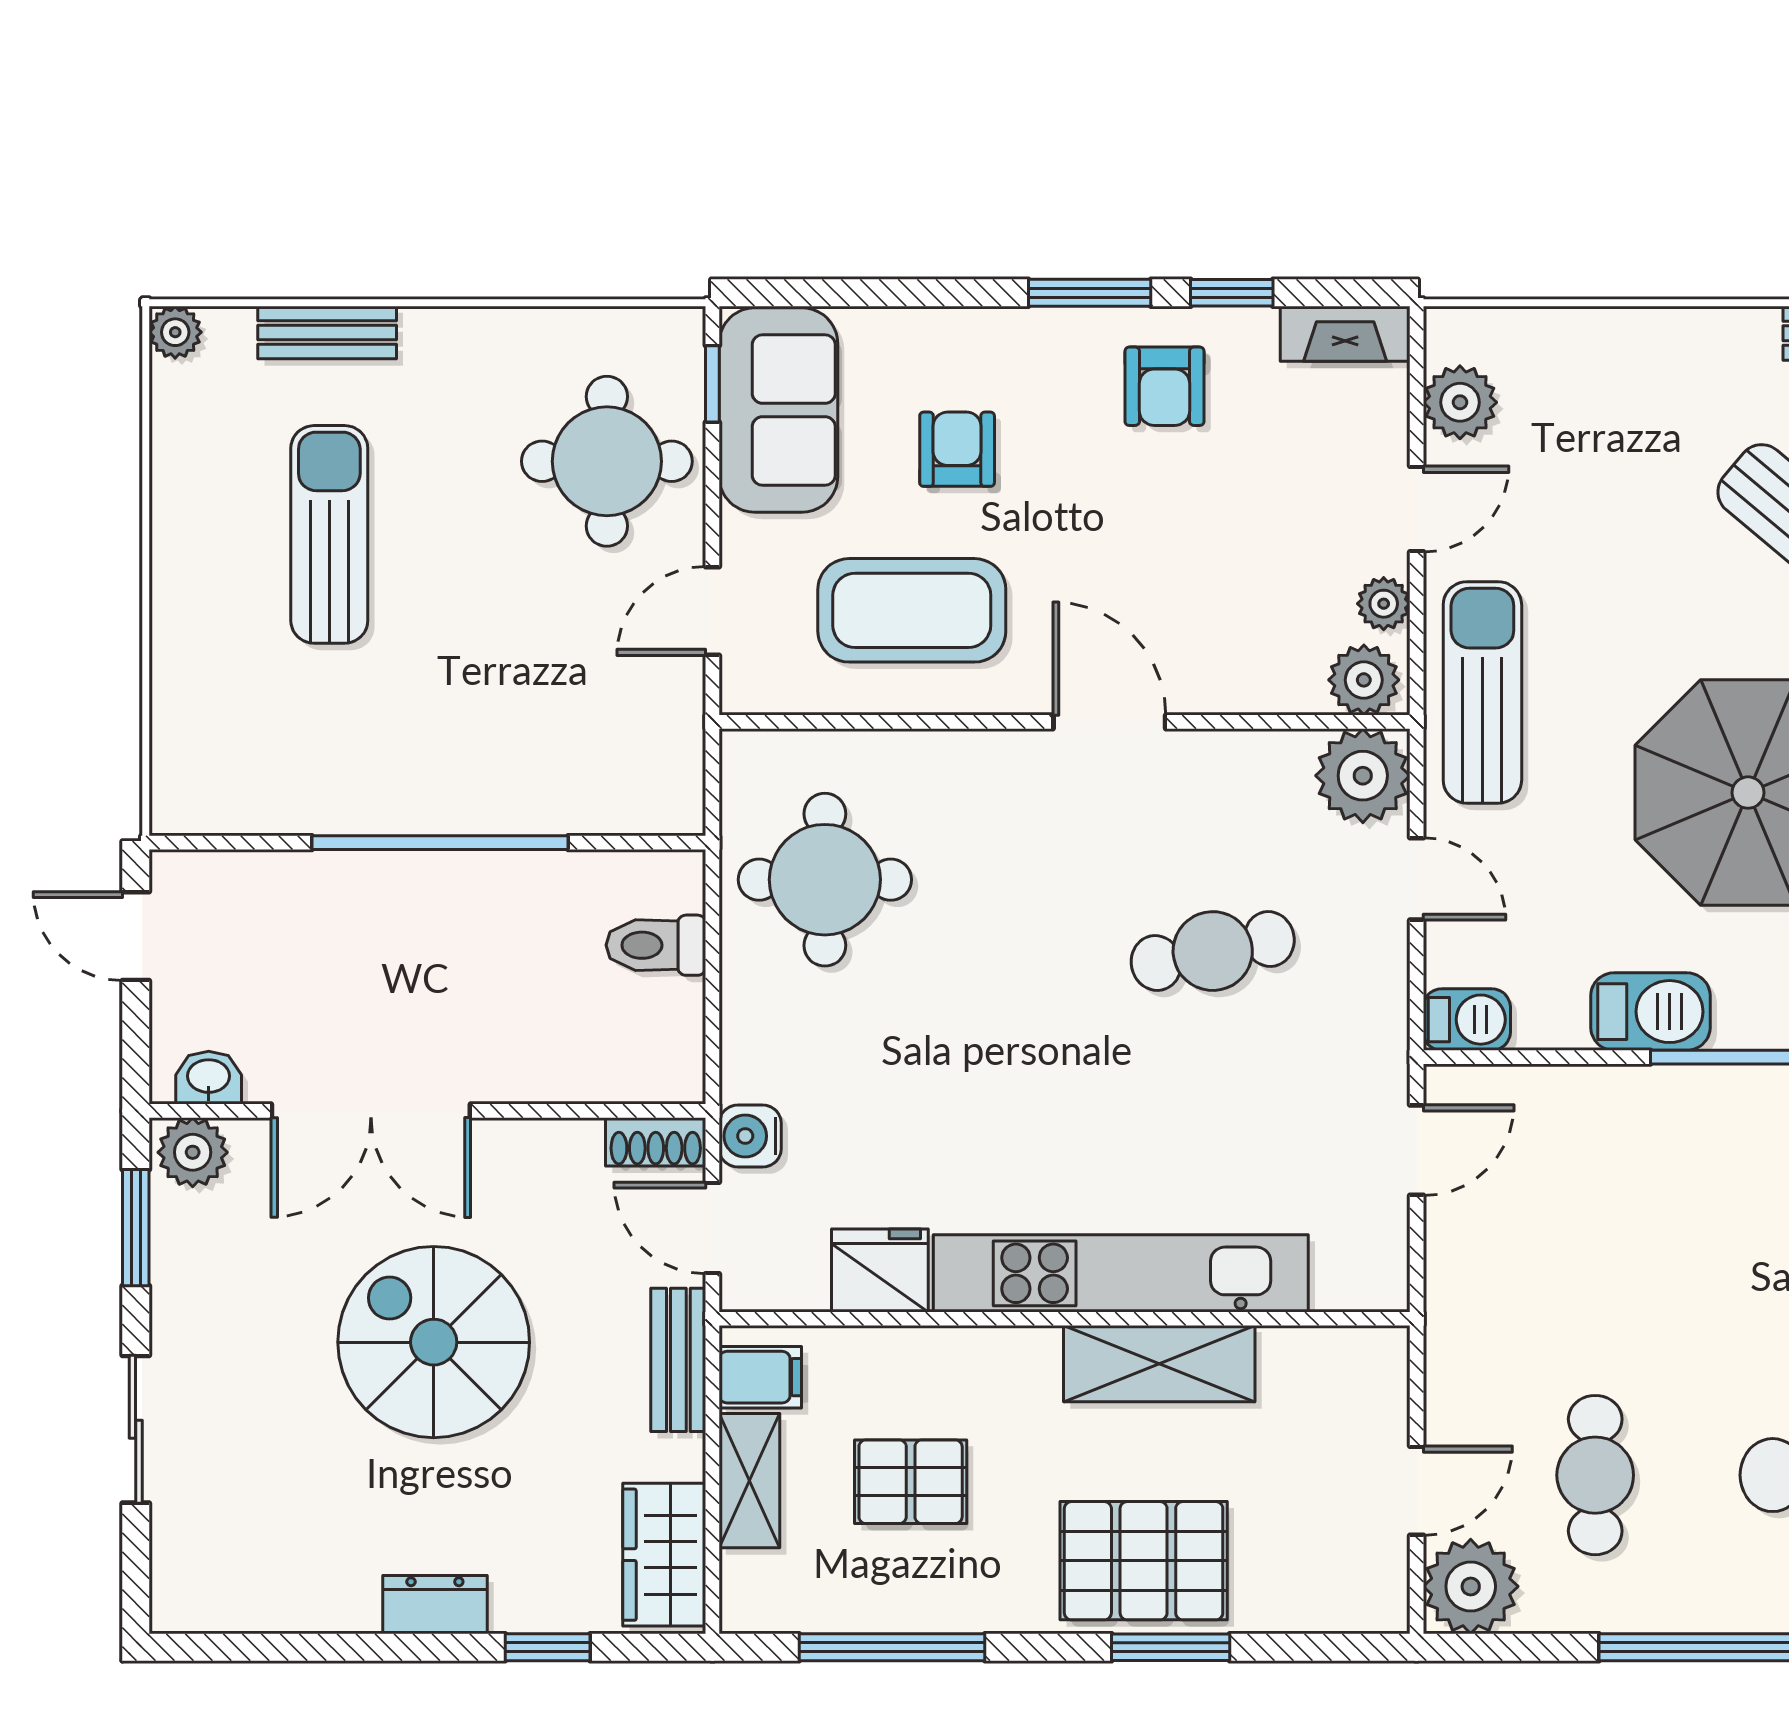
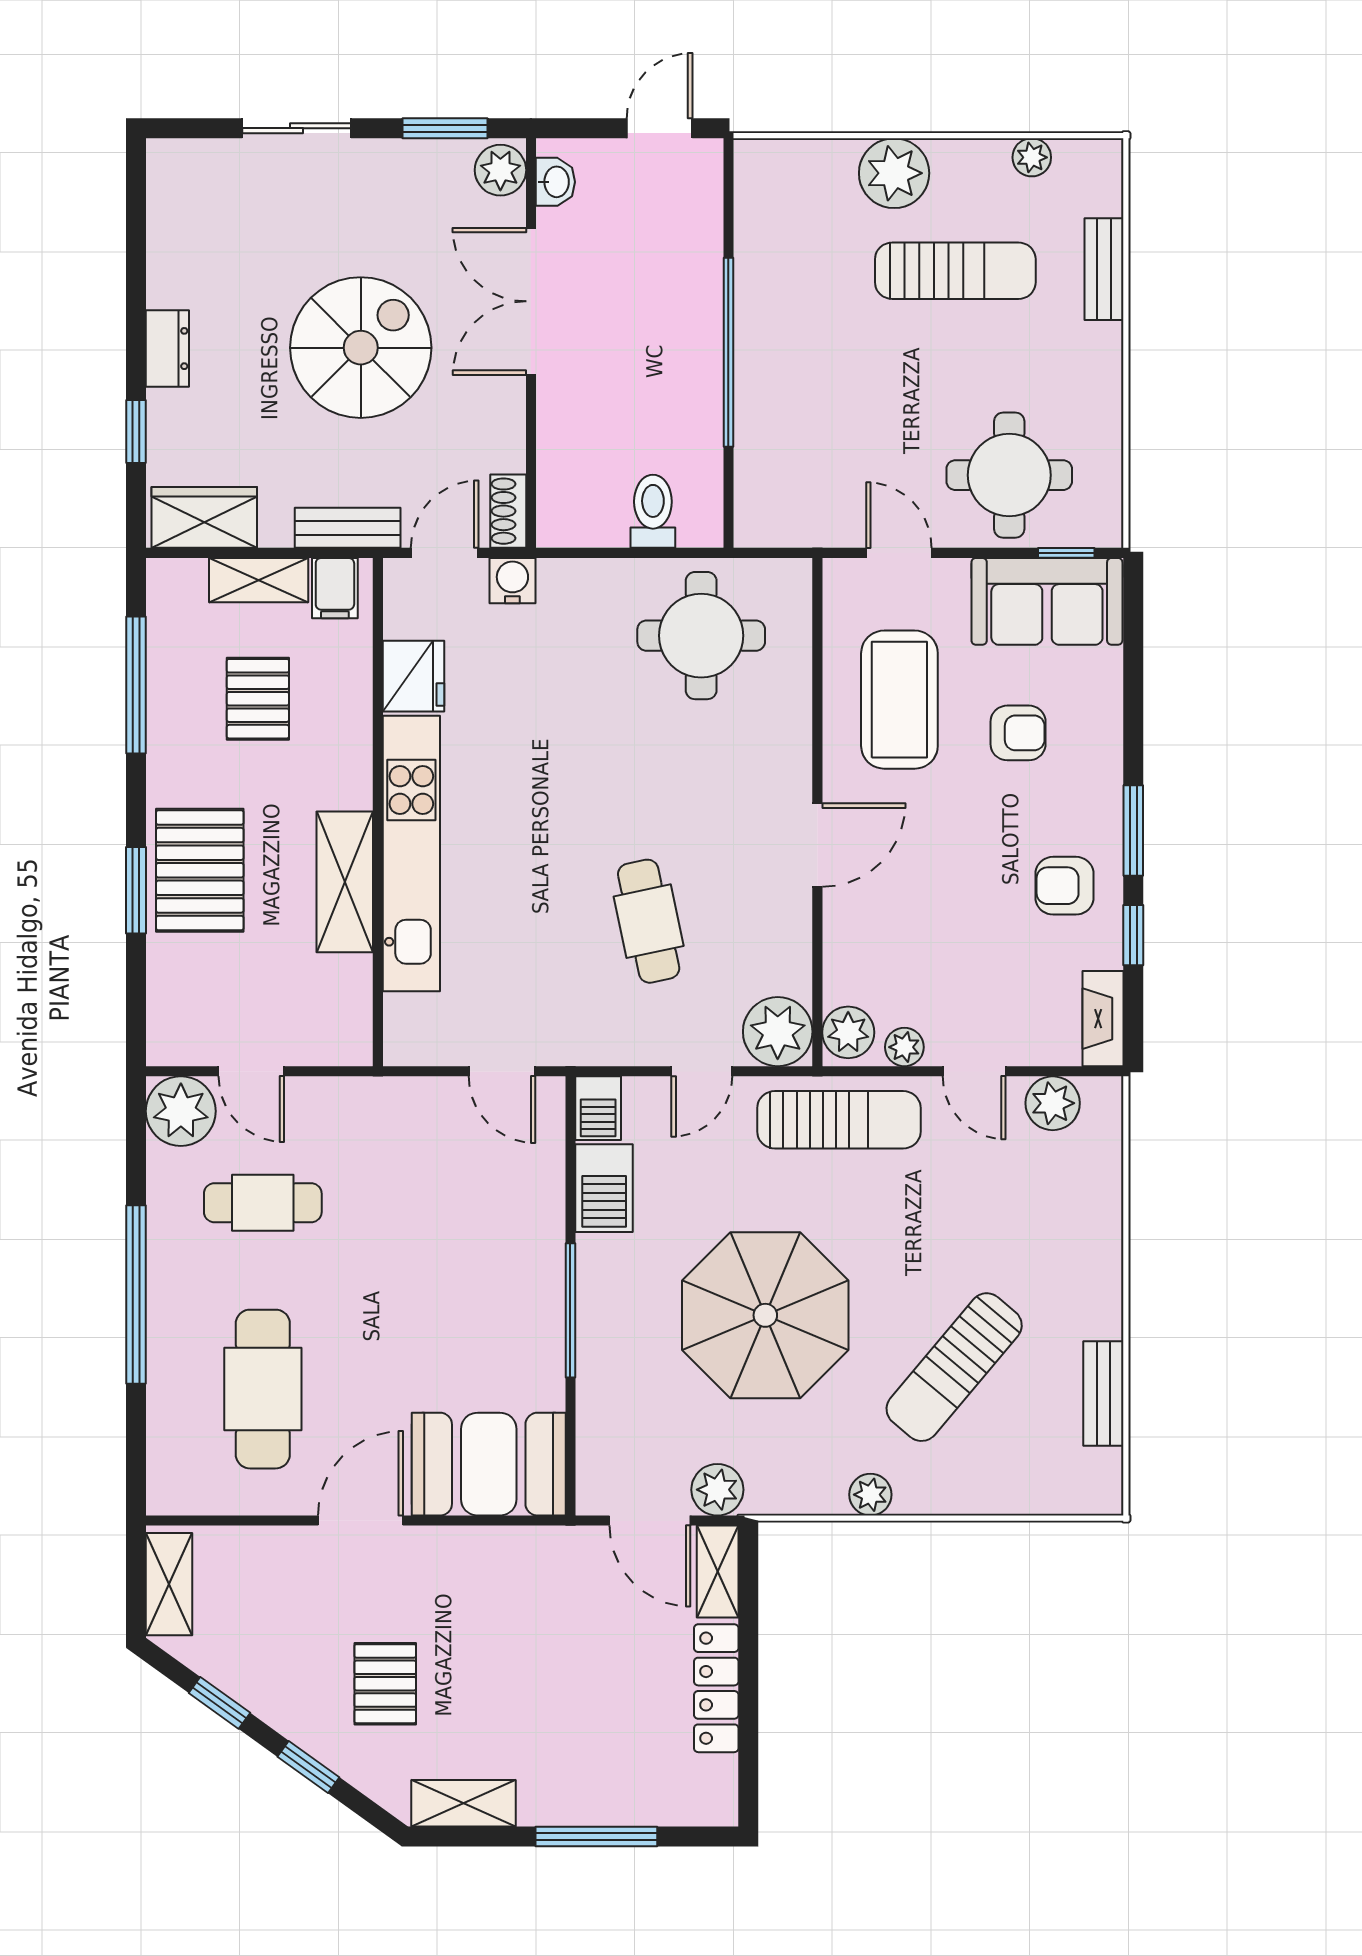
plant: (175, 332) -> (1032, 157), moved
plant: (197, 618) -> (894, 173), added
barbecue: (1650, 1012) -> (604, 1188), moved

